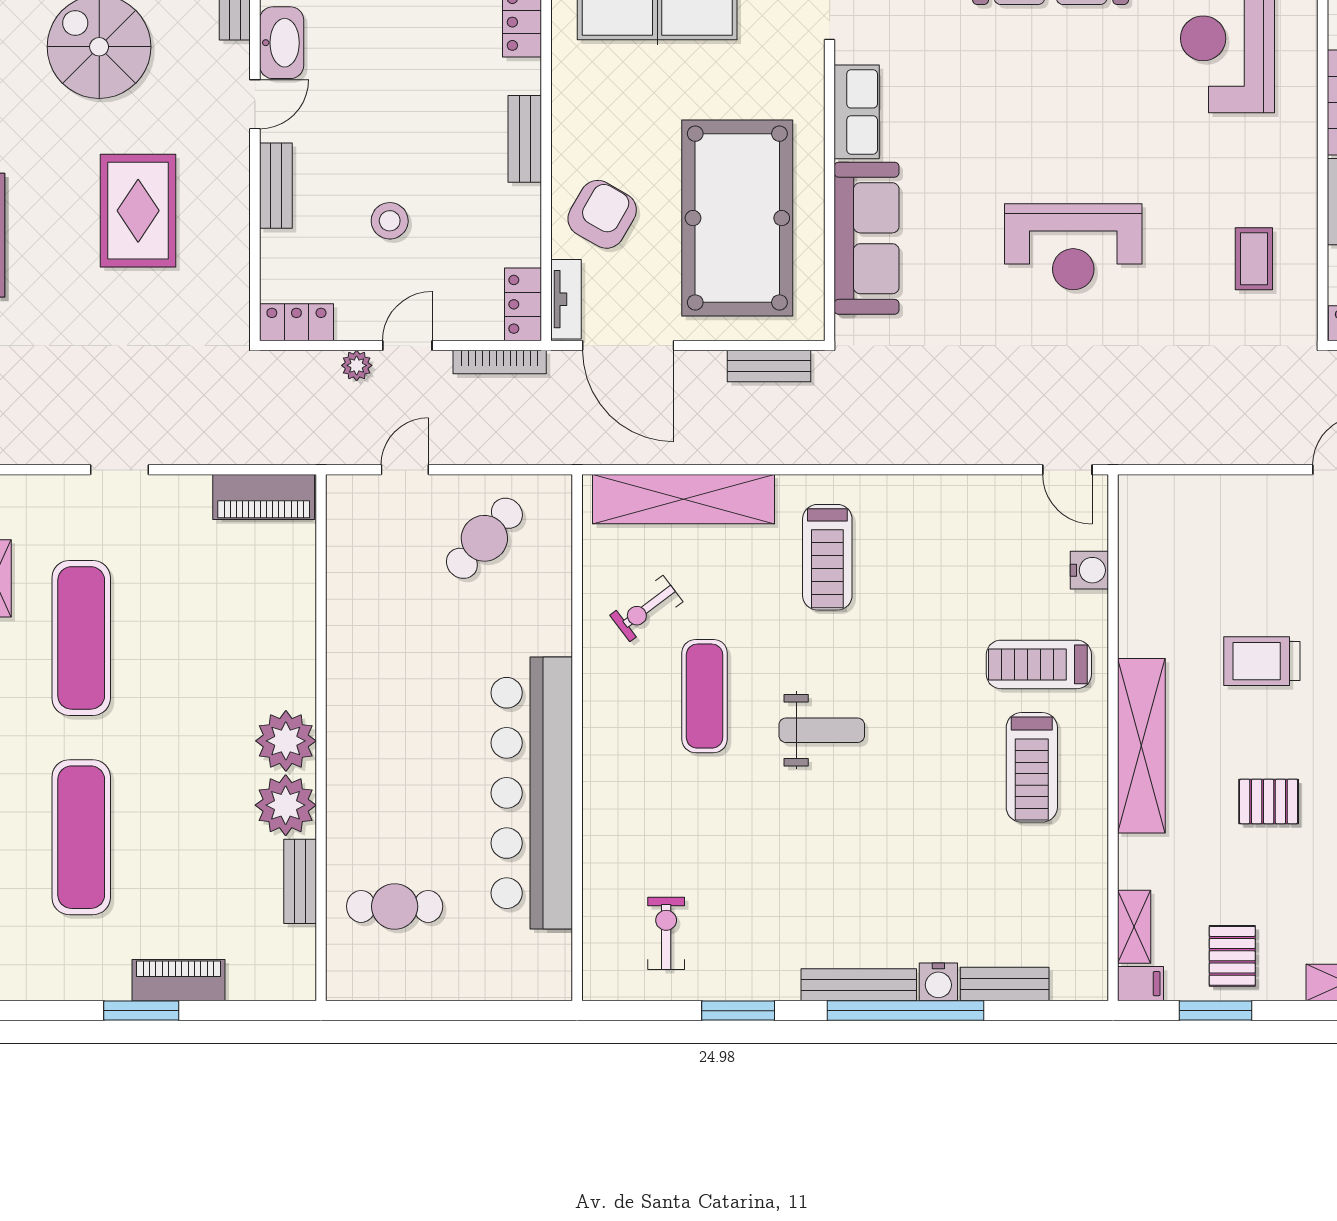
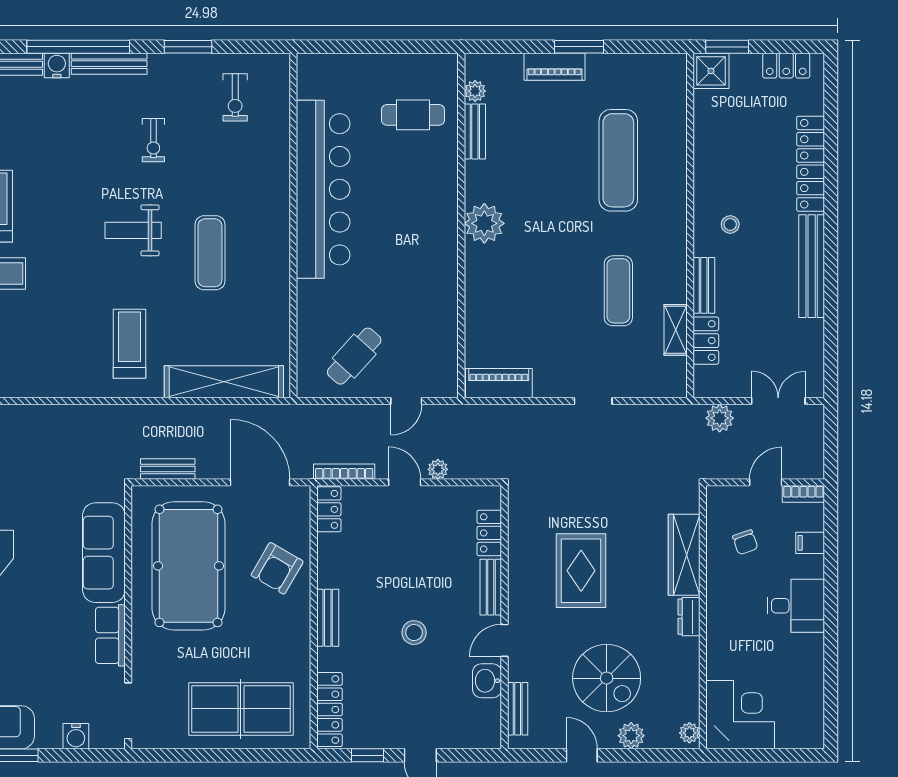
washbasin: (282, 43) -> (487, 681), width x0.72
stool: (390, 221) -> (414, 633), moved
tv unit: (566, 299) -> (301, 513), removed
locker: (296, 322) -> (489, 533), moved, turned 90
door: (407, 345) -> (405, 482), swing flipped
exercise bike: (646, 608) -> (153, 140), moved, turned 127
exercise mat: (81, 638) -> (618, 291), width x0.73, depth x0.69
plant: (286, 805) -> (475, 91), moved, width x0.53, depth x0.53

